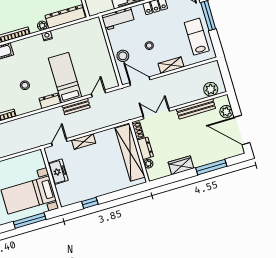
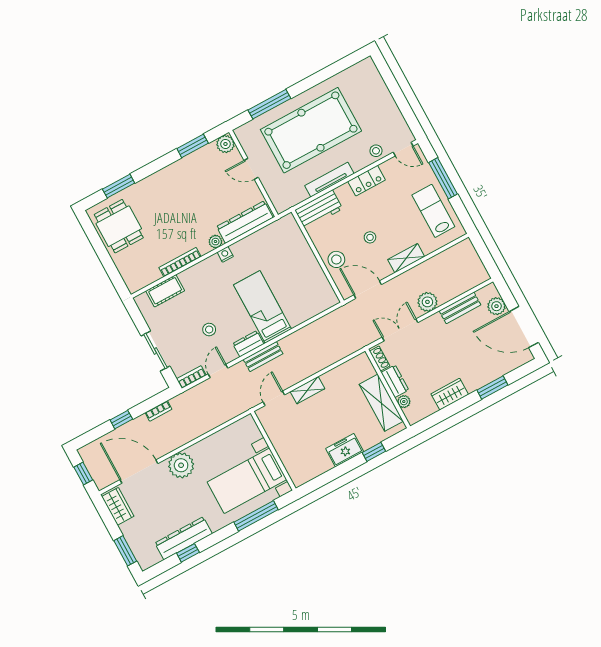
plant: (211, 89) -> (427, 302), moved
door: (98, 93) -> (218, 371), moved
bench: (76, 107) -> (263, 357), moved
bench: (196, 109) -> (460, 308), width x0.73
shelving: (130, 153) -> (381, 403), width x0.68
window: (211, 167) -> (492, 388), width x0.69
freezer: (58, 172) -> (345, 450), moved, turned -90
window: (90, 203) -> (374, 452), moved

